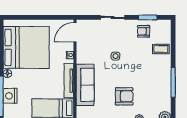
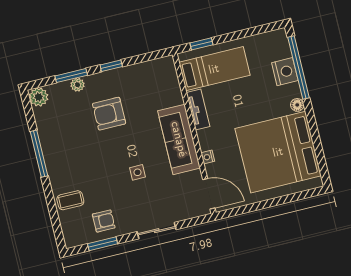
door: (75, 32) -> (209, 194), hinge flipped
tv unit: (69, 81) -> (198, 109), width x0.71
sofa: (85, 85) -> (179, 139), moved

